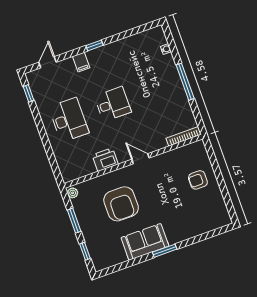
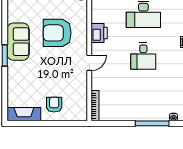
window: (185, 82) -> (152, 123), moved
fireplace: (219, 208) -> (24, 114), added

